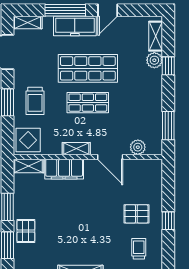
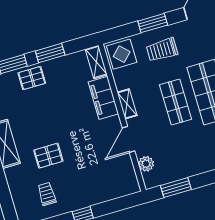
pallet: (136, 214) -> (48, 156), moved, turned 90
trolley: (139, 249) -> (47, 194), turned -90

